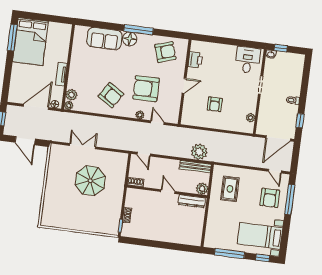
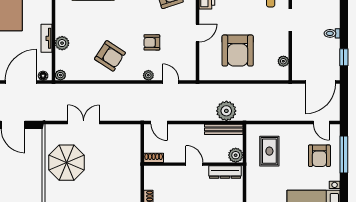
armchair: (146, 89) -> (152, 42), width x0.53, depth x0.53
plant: (71, 95) -> (62, 43), moved
armchair: (215, 104) -> (238, 51), width x1.88, depth x1.88
parasol: (90, 181) -> (67, 163), moved

